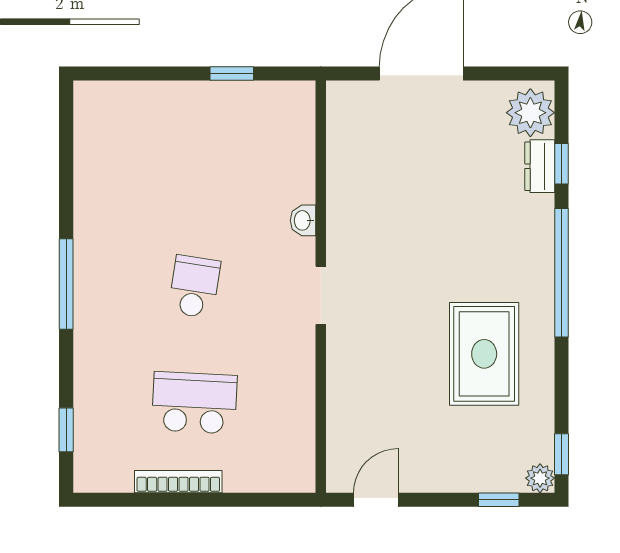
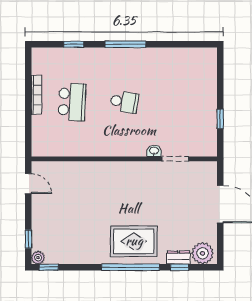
doorway: (321, 295) -> (175, 159), moved
rug: (484, 354) -> (134, 241), moved
window: (66, 430) -> (74, 44), moved

